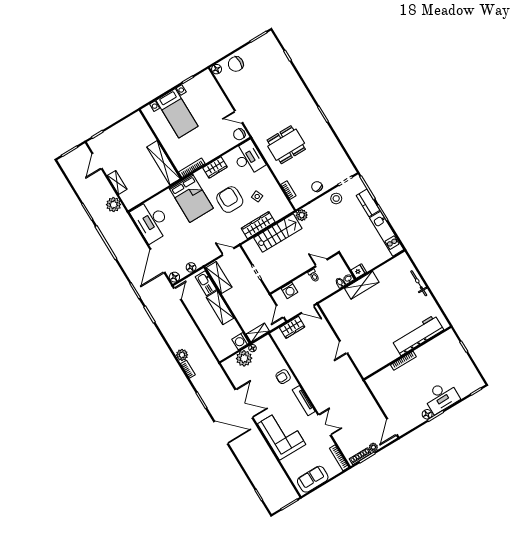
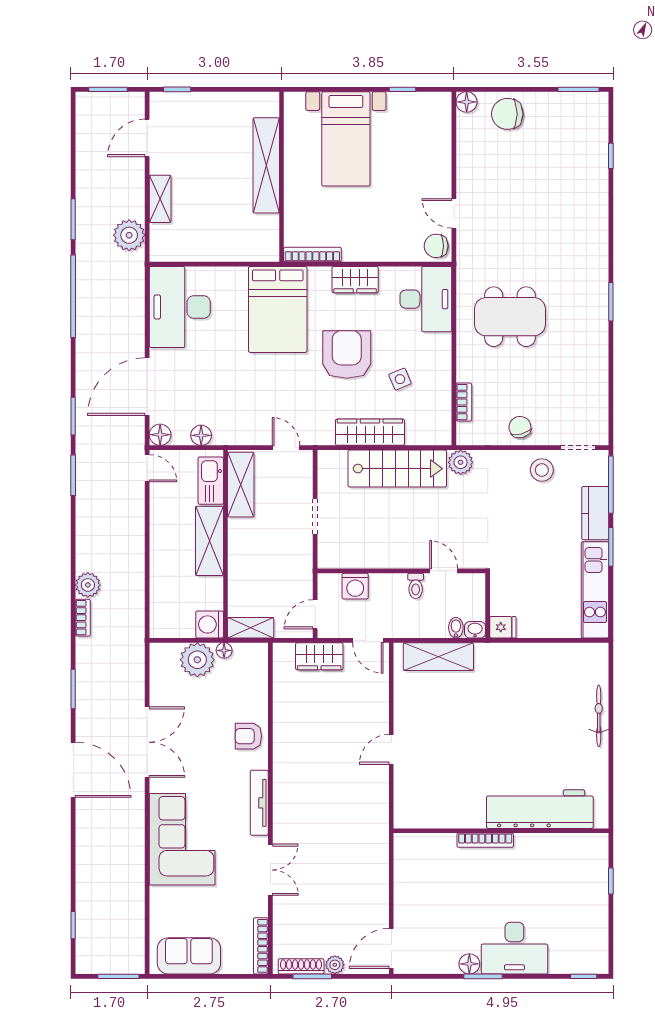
shelving: (163, 163) -> (266, 165), moved
shelving: (362, 285) -> (438, 657), moved
door: (177, 294) -> (147, 468), hinge flipped

